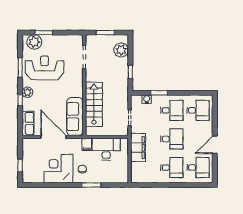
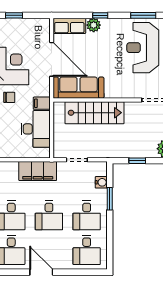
reception desk: (45, 68) -> (143, 48), turned 180
plant: (27, 92) -> (94, 25), moved
door: (53, 137) -> (52, 59), hinge flipped

